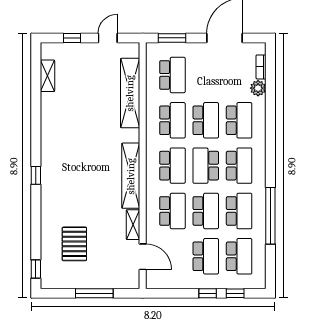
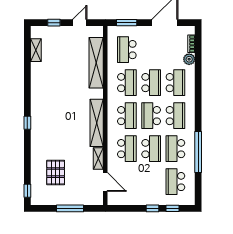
school desk: (172, 75) -> (127, 50), turned 180
school desk: (239, 211) -> (175, 149), turned 180
school desk: (206, 256) -> (151, 182), removed
school desk: (239, 256) -> (175, 182), turned 180

